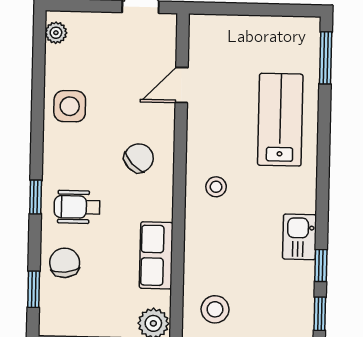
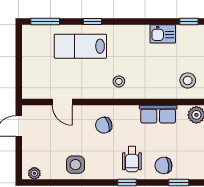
chair: (139, 158) -> (104, 125), turned -64
kitchen sink: (299, 237) -> (163, 34), moved
window: (321, 265) -> (92, 22), moved

